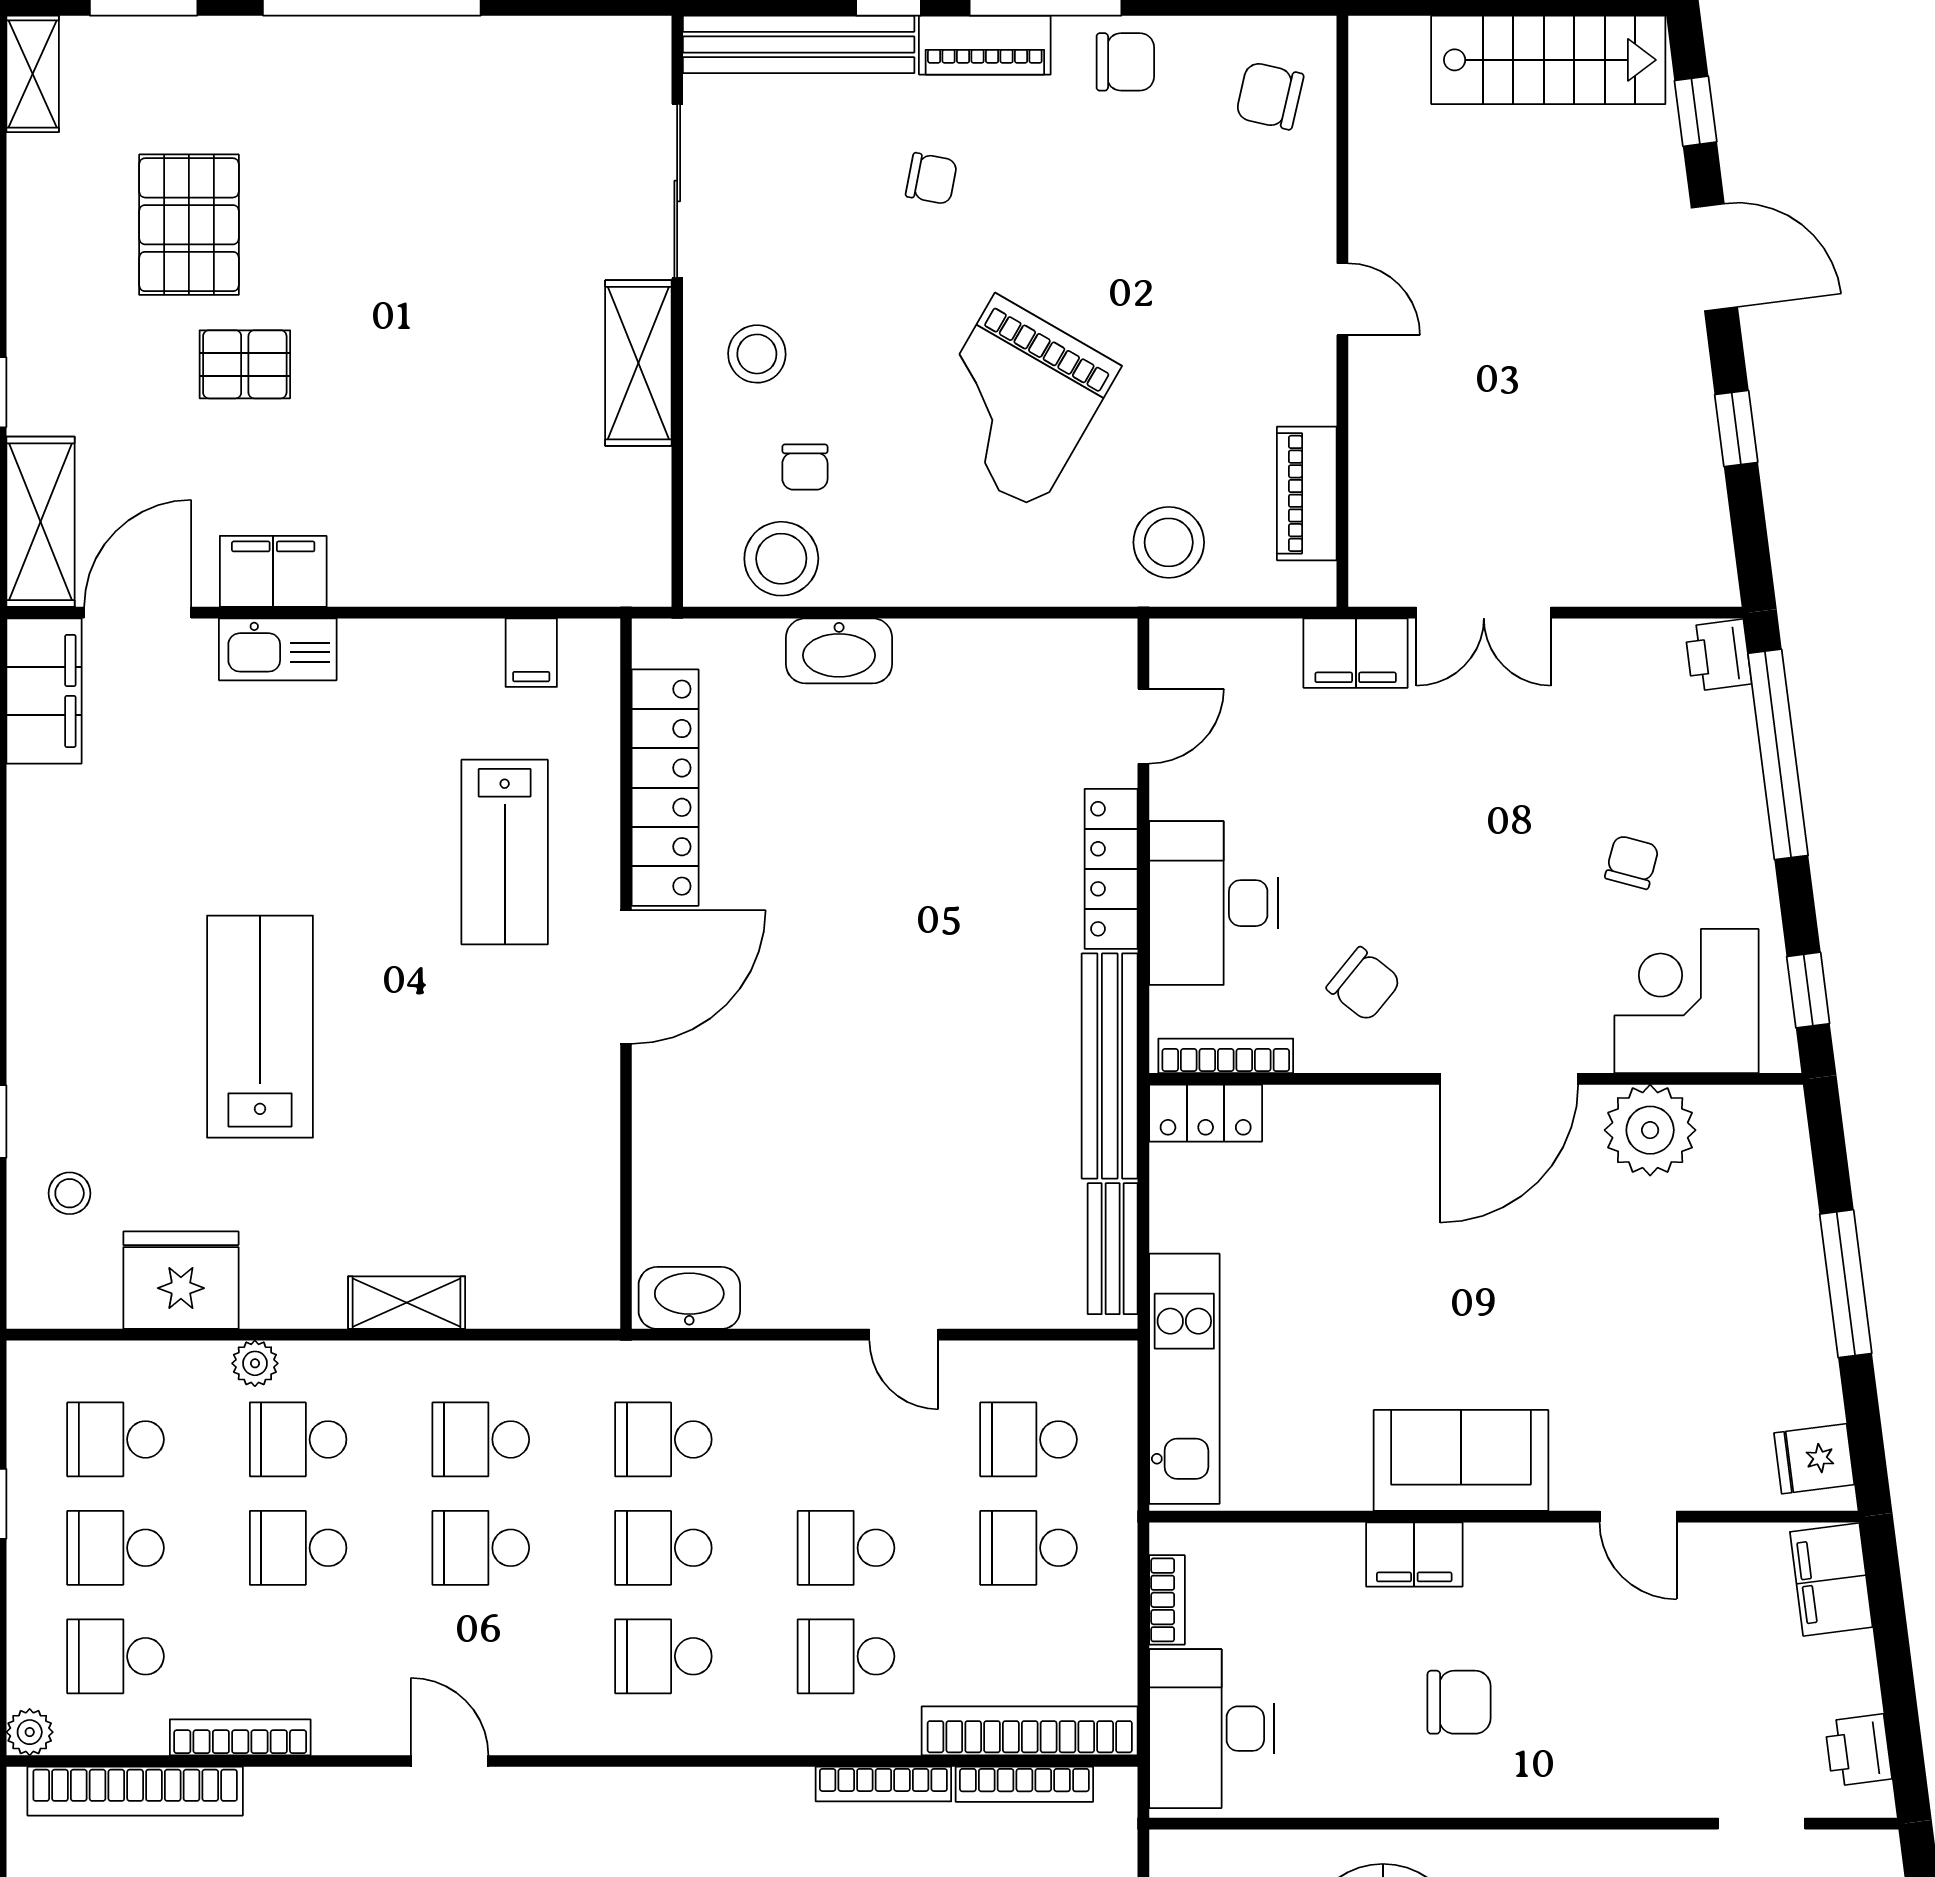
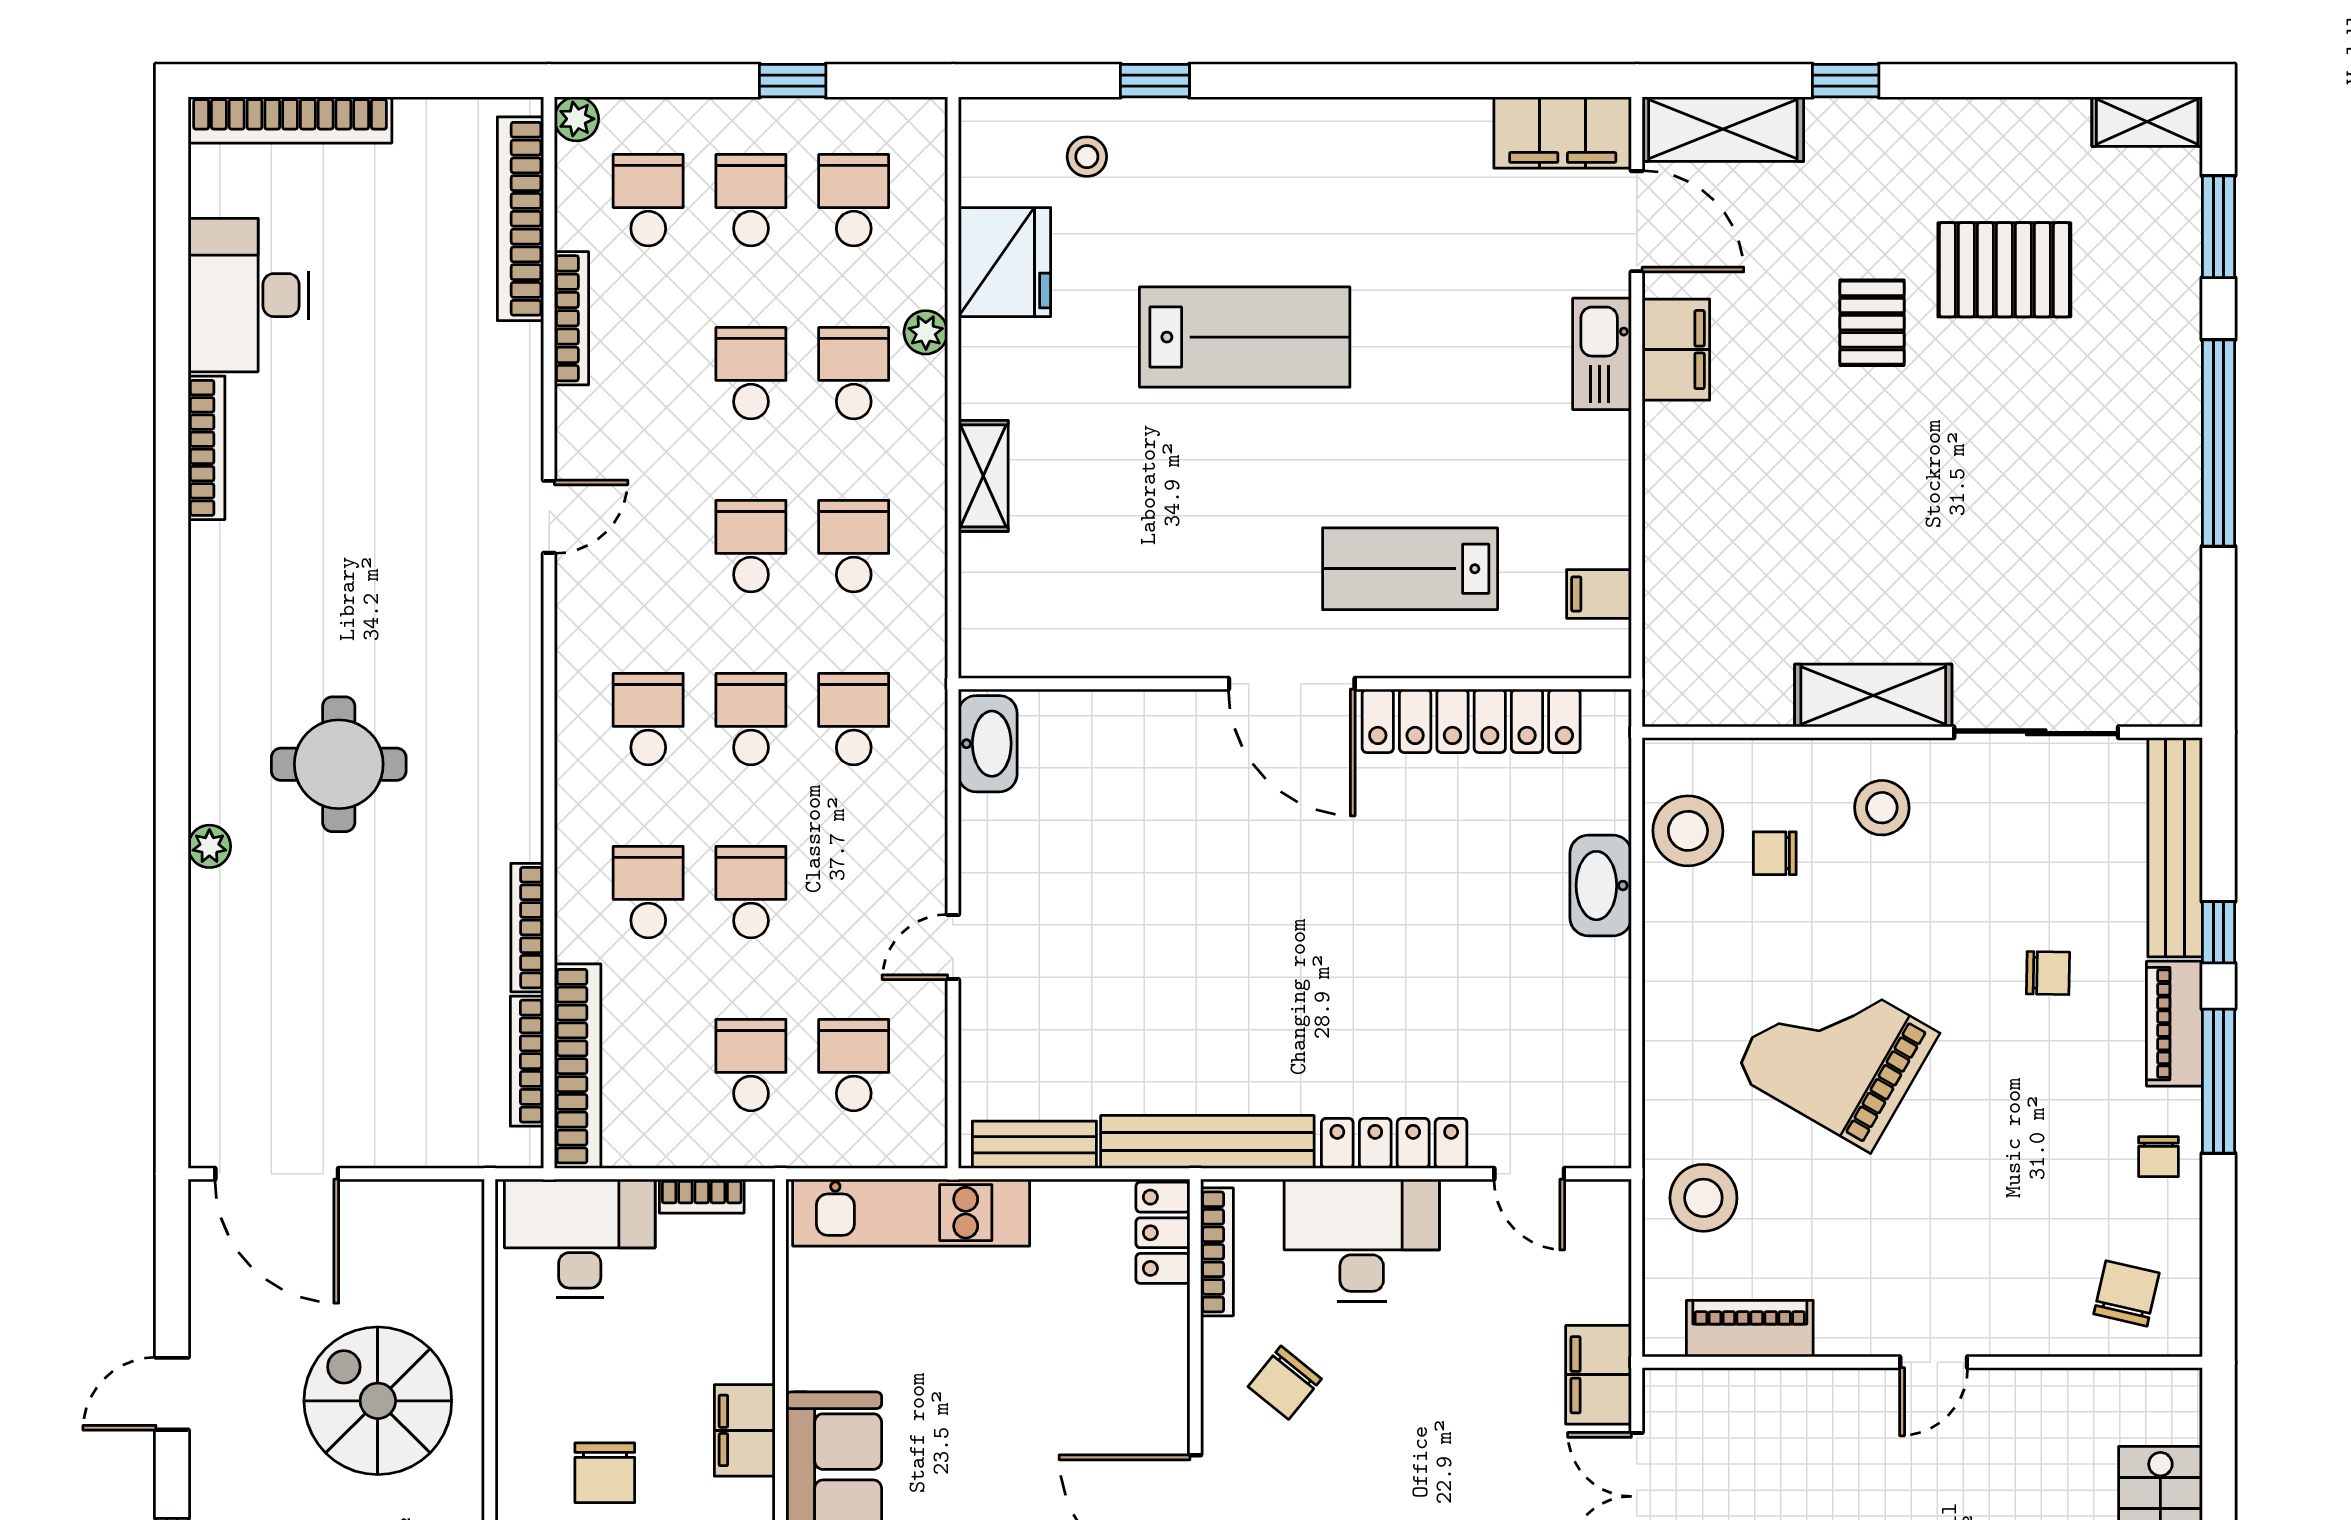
chair: (1125, 62) -> (2159, 1157), width x0.73, depth x0.73
chair: (931, 179) -> (2048, 973), turned -100

